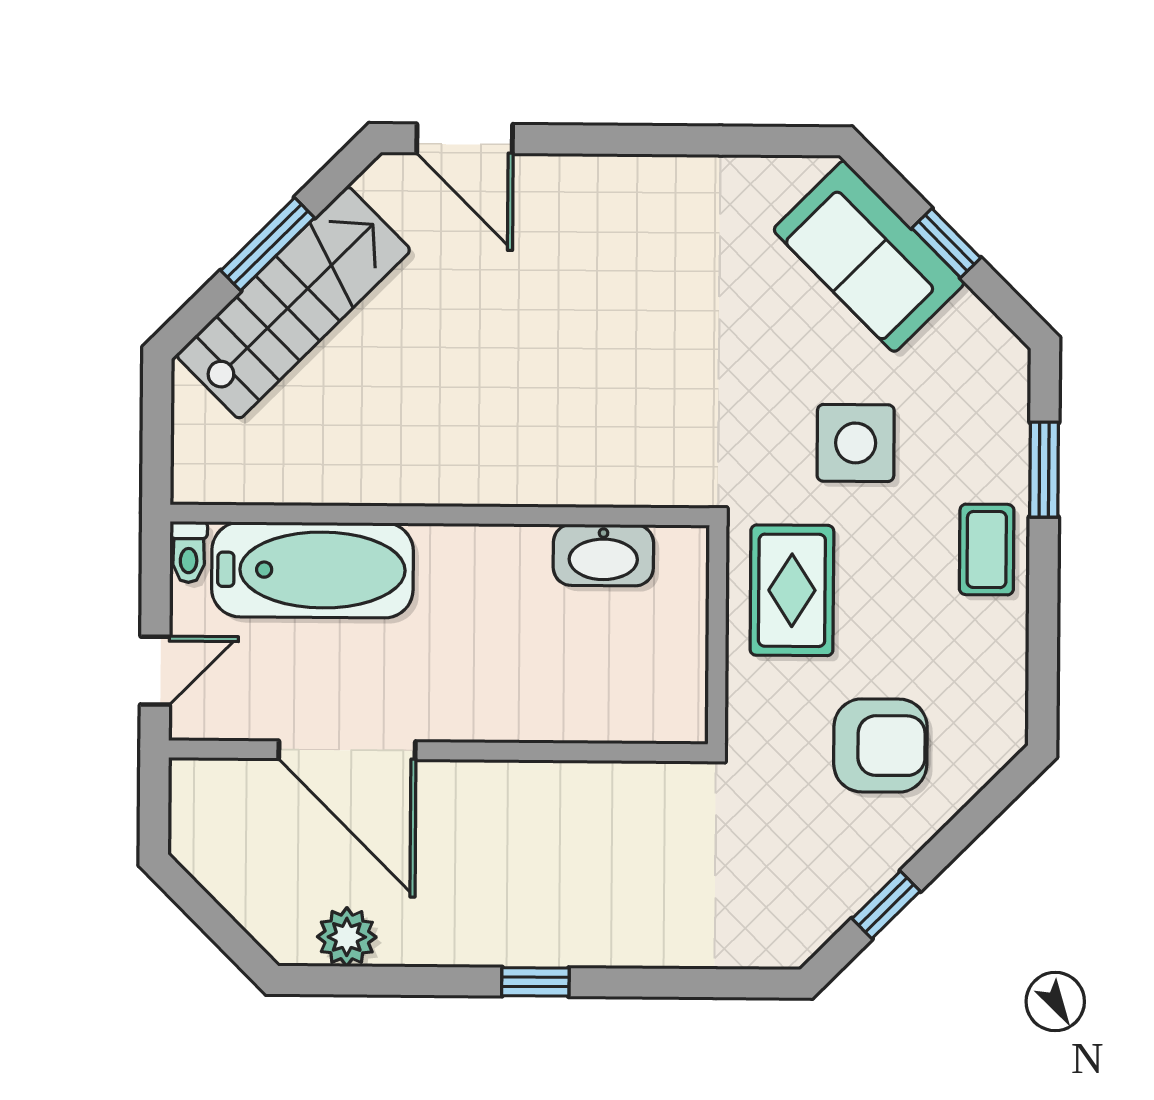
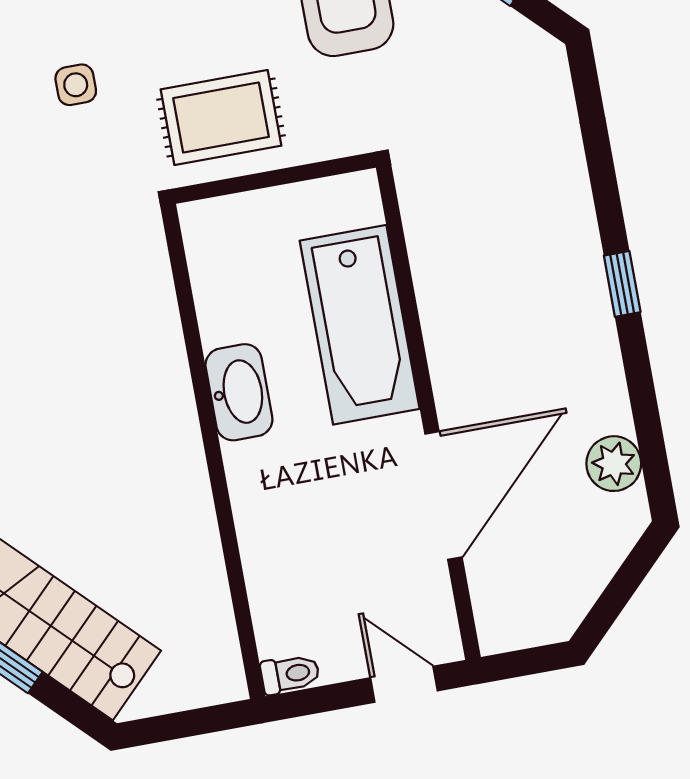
side table: (856, 443) -> (76, 85), width x0.54, depth x0.54
washbasin: (603, 555) -> (239, 392), moved
bathtub: (312, 570) -> (360, 325), moved, turned 180

